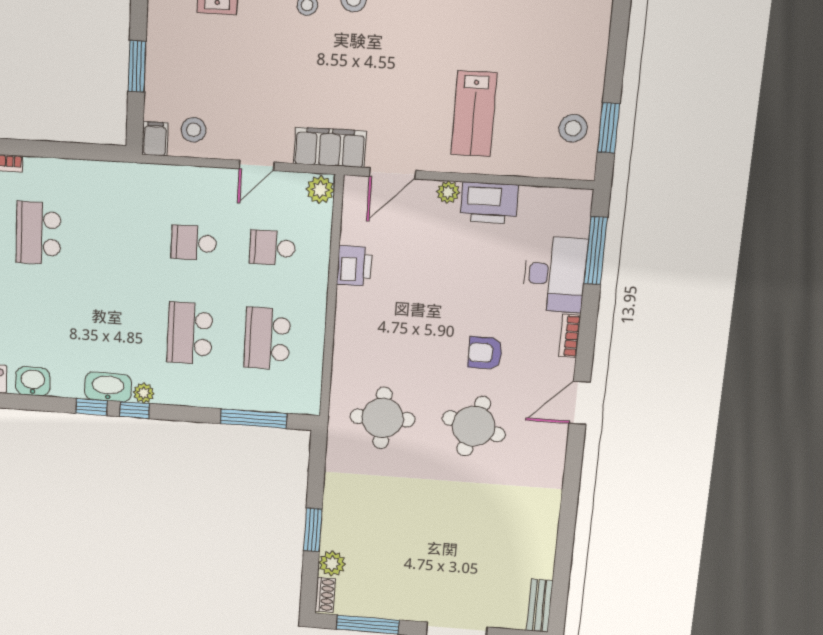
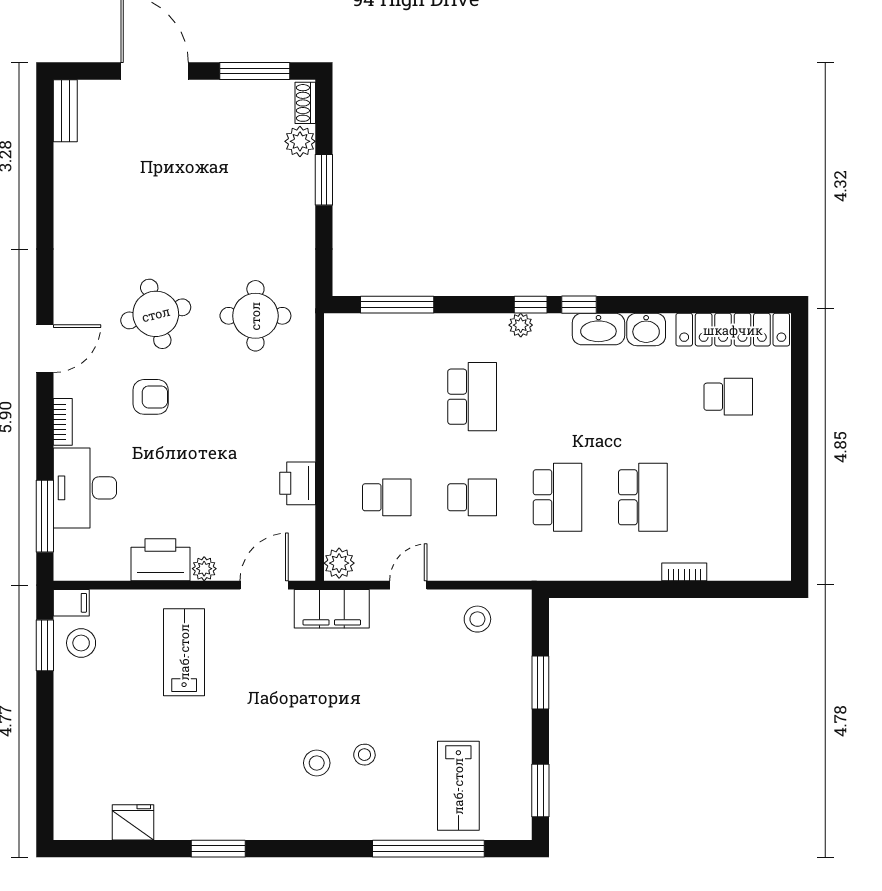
filing cabinet: (155, 139) -> (71, 603), moved, turned -90
school desk: (267, 338) -> (557, 497), moved
washbasin: (108, 387) -> (598, 329), moved
round table: (474, 426) -> (156, 314), turned -30

